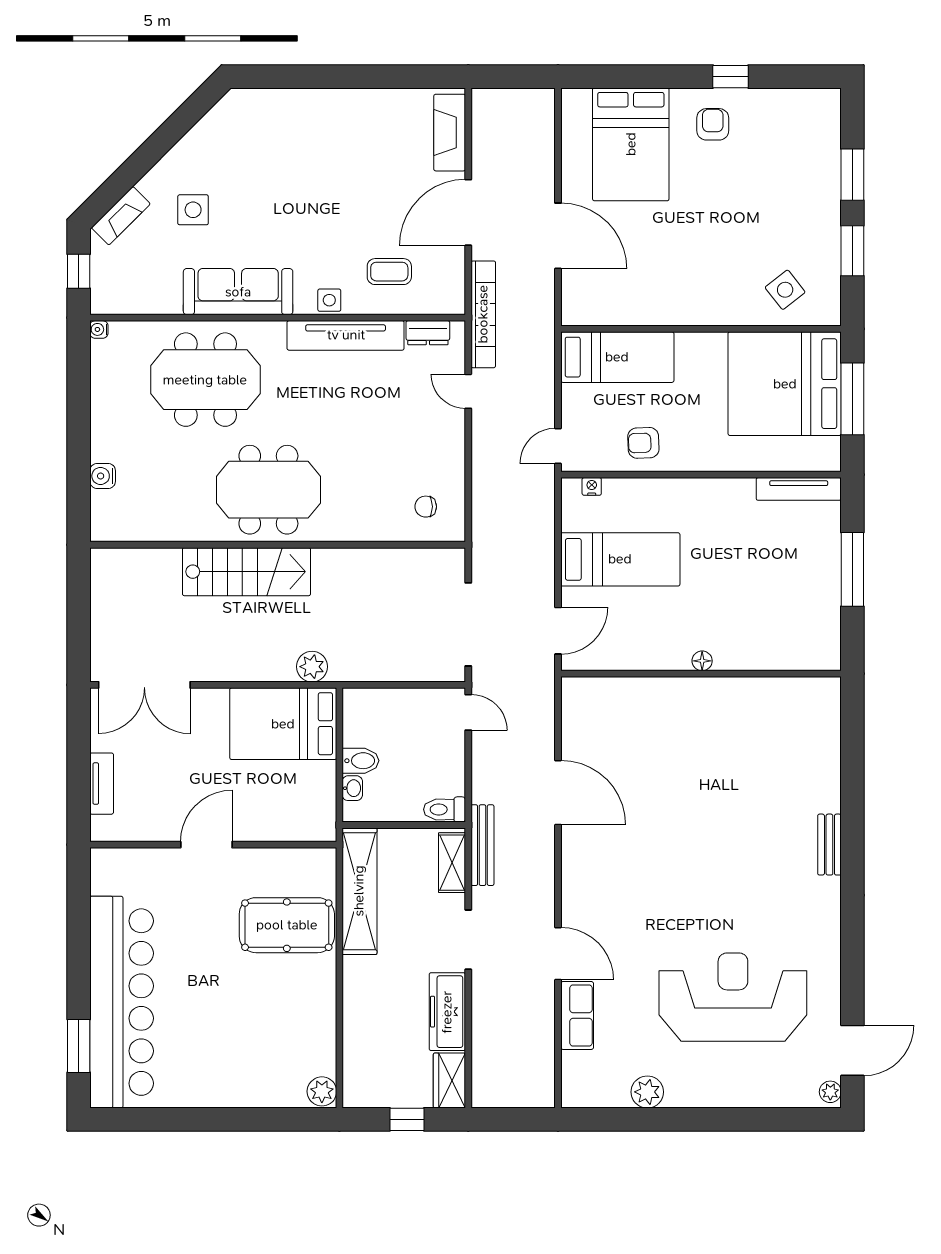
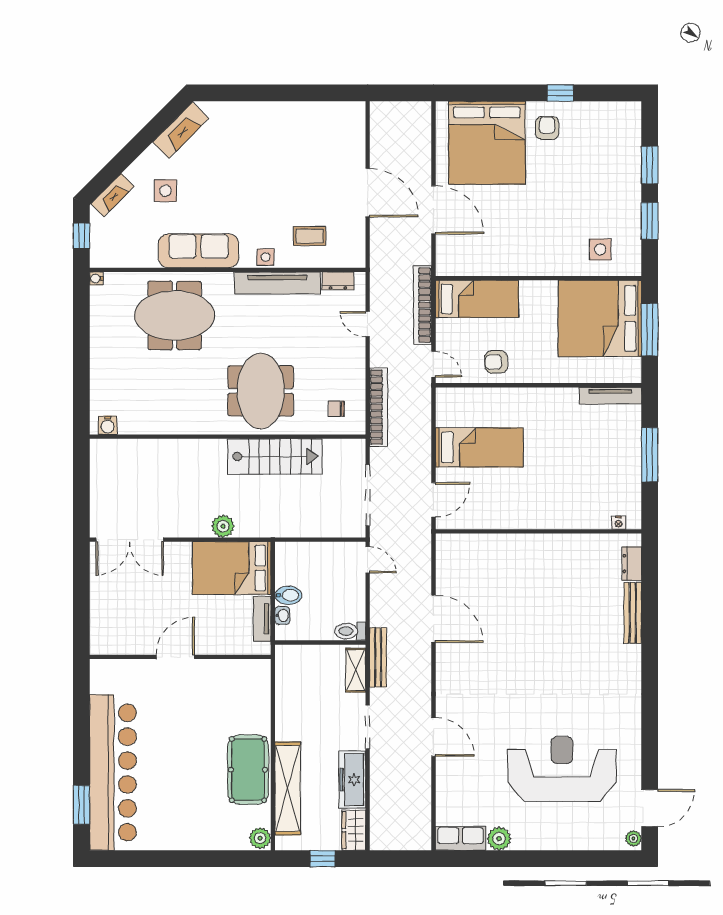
fireplace: (450, 133) -> (181, 130), moved, turned -135
bed: (631, 144) -> (487, 143), width x1.36
door: (468, 212) -> (368, 193), swing flipped
side table: (785, 290) -> (600, 249), turned 38
bookcase: (483, 314) -> (422, 305), moved, turned 180
door: (558, 446) -> (433, 364), swing flipped
water cooler: (103, 476) -> (108, 425), moved, turned -90
nightstand: (592, 486) -> (619, 523), moved, turned 180
meeting table: (268, 490) -> (261, 391), moved, turned 90
bookcase: (483, 504) -> (379, 407), added
stairs: (246, 572) -> (275, 456), moved
floor lamp: (702, 661) -> (539, 522), removed
plant: (312, 667) -> (223, 526), moved
dresser: (828, 717) -> (632, 564), added
tv unit: (102, 784) -> (262, 619), moved, turned 180
bench: (829, 845) -> (633, 613), moved, width x1.36
shelving: (359, 891) -> (288, 788), moved
pool table: (287, 925) -> (248, 770), moved, turned 90
row of seats: (577, 1015) -> (461, 838), moved, turned -90

